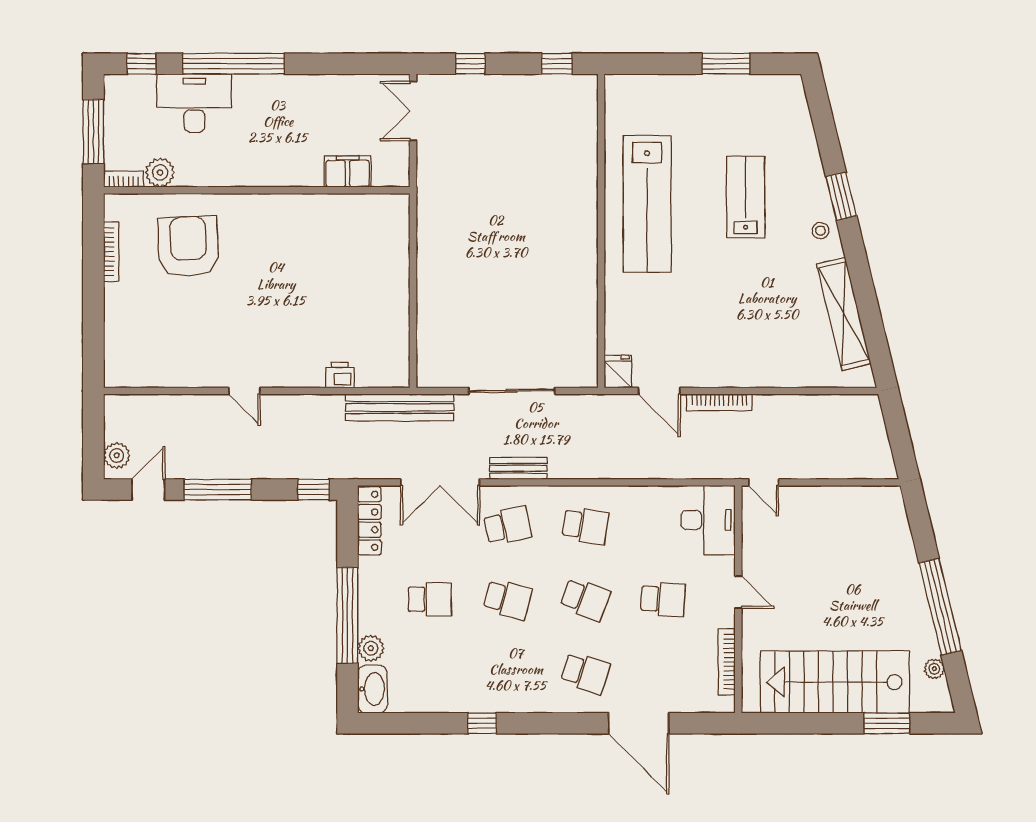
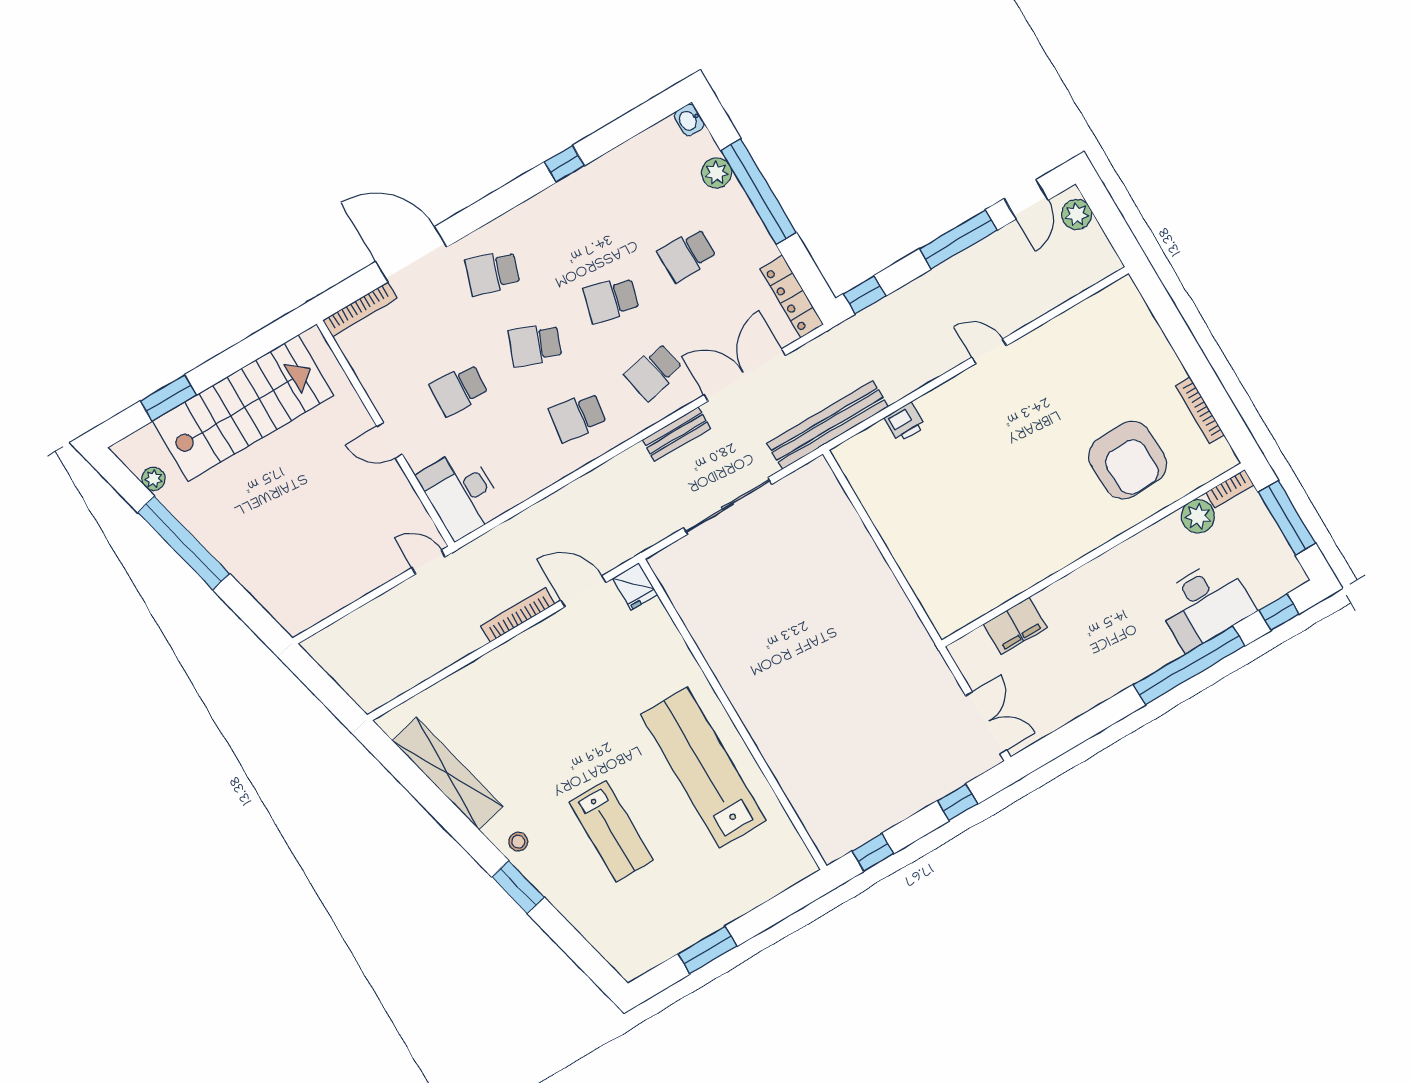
bookcase: (727, 662) -> (360, 309), moved, turned 90
washbasin: (372, 689) -> (689, 120), width x0.52, depth x0.69

